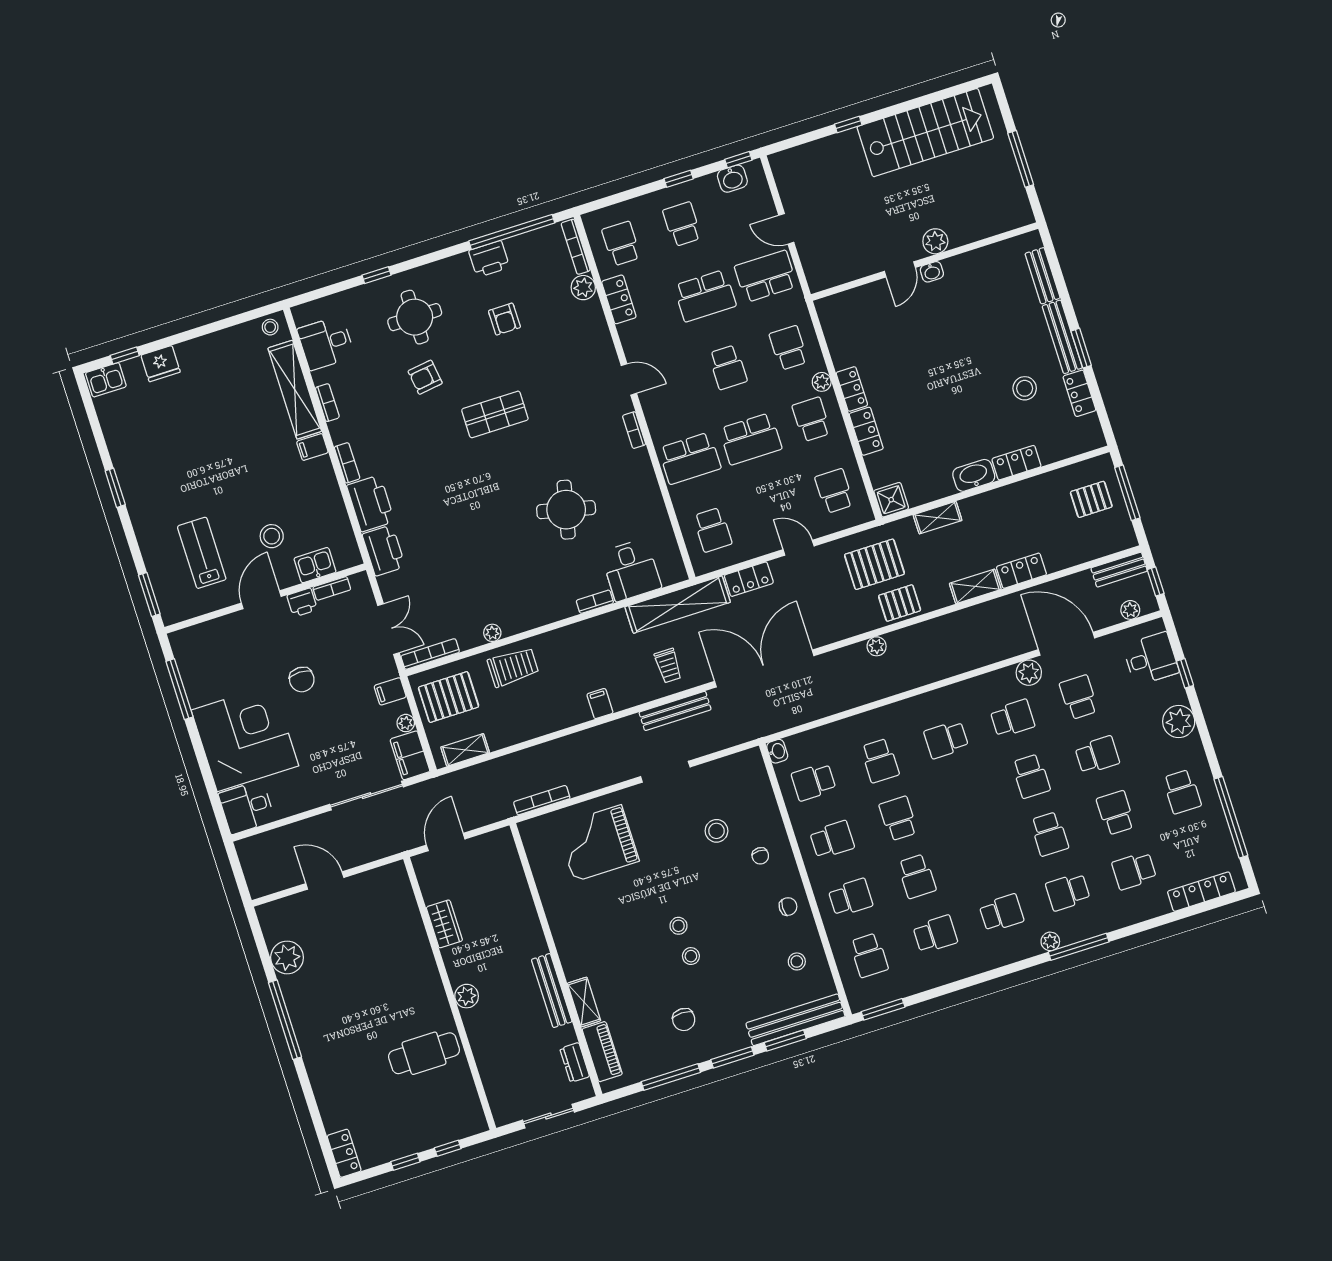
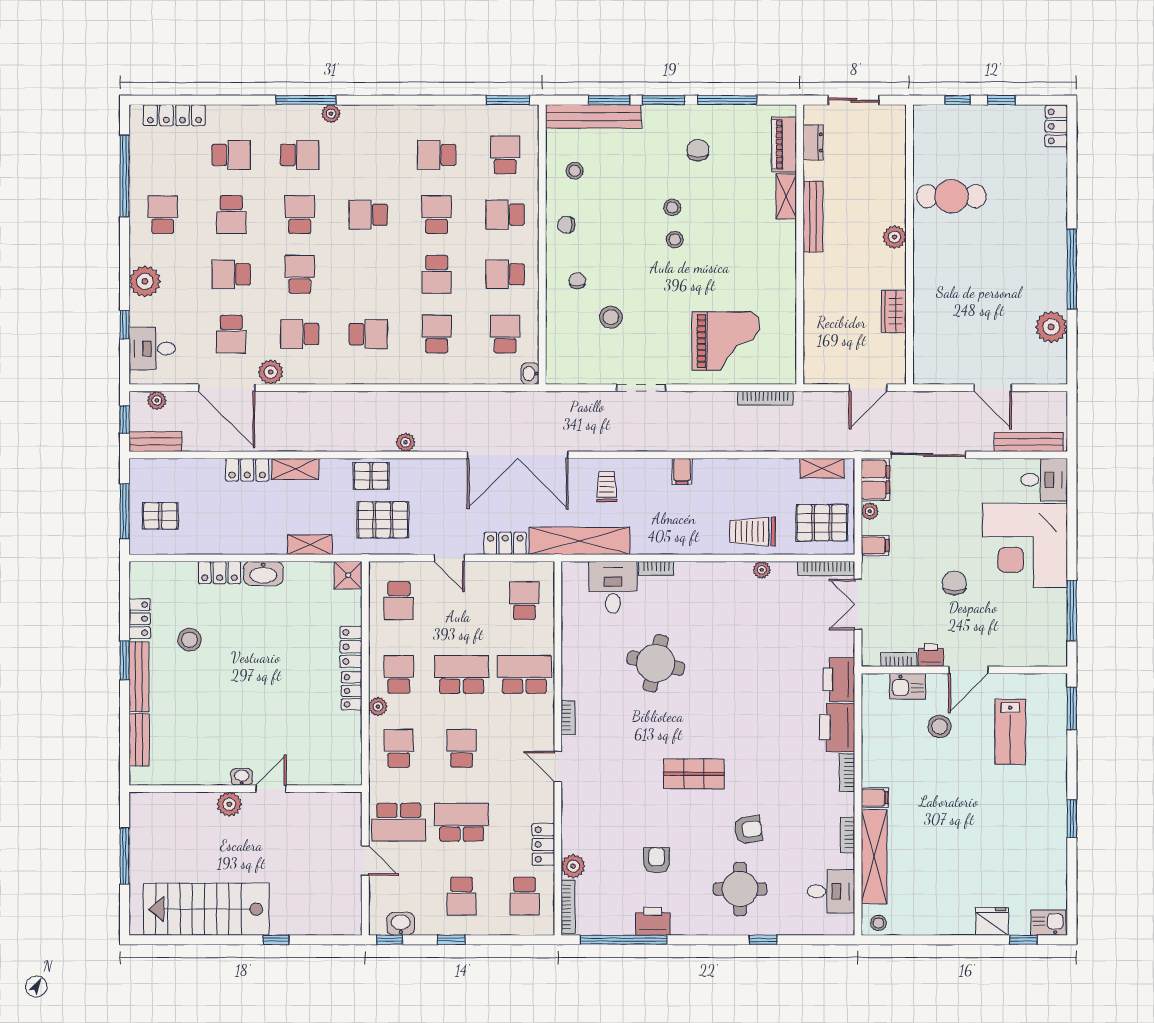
school desk: (789, 348) -> (399, 748), turned 180
school desk: (811, 419) -> (399, 674), turned 180
bench: (675, 711) -> (1029, 442), moved
school desk: (814, 782) -> (505, 334), turned -90
school desk: (1002, 913) -> (368, 215), moved

